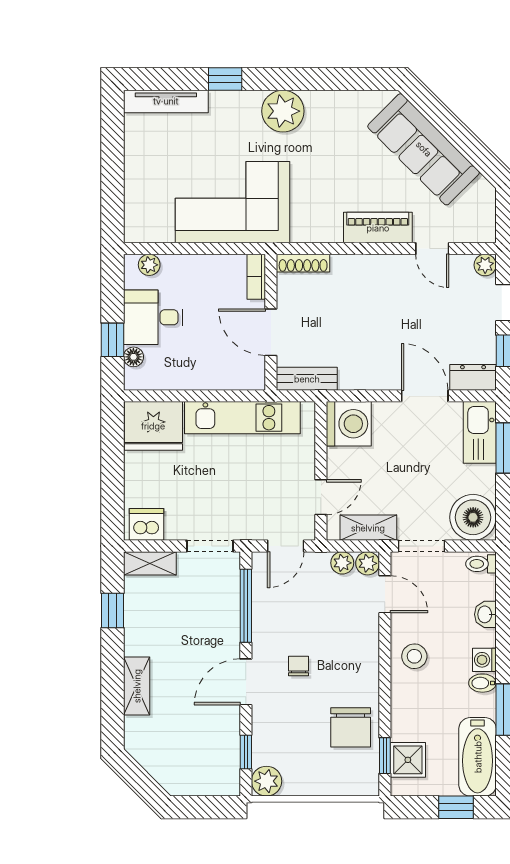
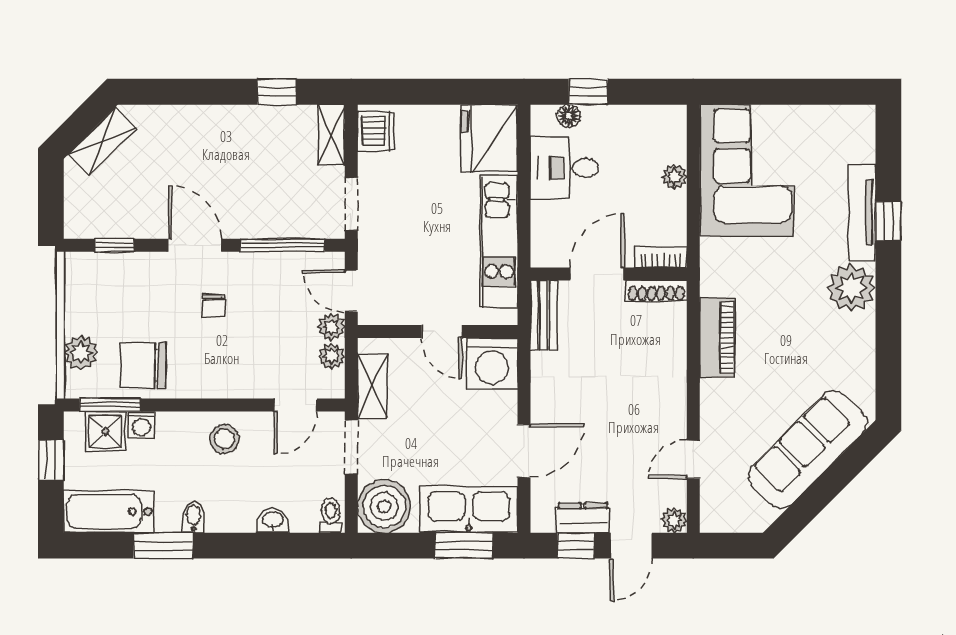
tv unit: (166, 101) -> (862, 212), moved
corner sofa: (232, 202) -> (747, 170), moved
piano: (378, 228) -> (717, 337), moved
shoe rack: (303, 263) -> (656, 291), moved, turned -90
plant: (149, 265) -> (675, 177), moved
desk: (153, 317) -> (564, 168), moved, turned -90
dresser: (473, 377) -> (583, 518), moved, turned -90
kitchen sink: (480, 432) -> (469, 510), width x1.36, depth x1.24
door: (321, 497) -> (442, 331), moved
plant: (368, 563) -> (331, 327), moved
washing machine: (484, 660) -> (141, 425), moved, turned 180
chair: (299, 666) -> (213, 306), turned 90
shelving: (137, 686) -> (102, 141), moved, turned -45
window: (385, 756) -> (110, 405), width x1.50
plant: (266, 781) -> (81, 353), moved
window: (456, 807) -> (51, 460), moved

